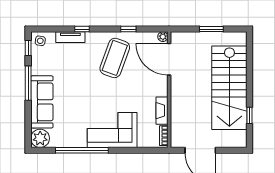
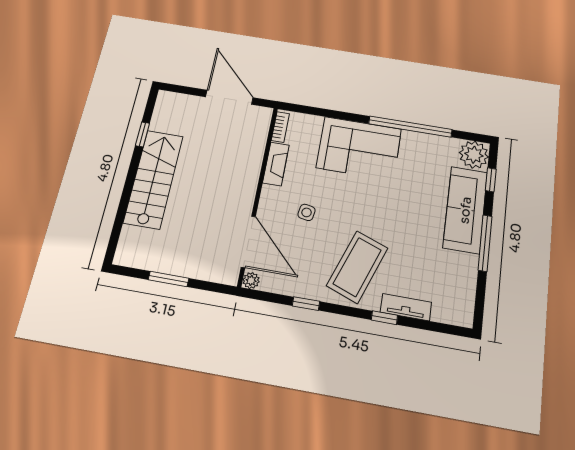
side table: (40, 41) -> (307, 212), moved
window: (28, 48) -> (491, 180), moved
coffee table: (115, 58) -> (357, 267), moved
stairs: (229, 88) -> (154, 179), width x0.73, depth x0.66

